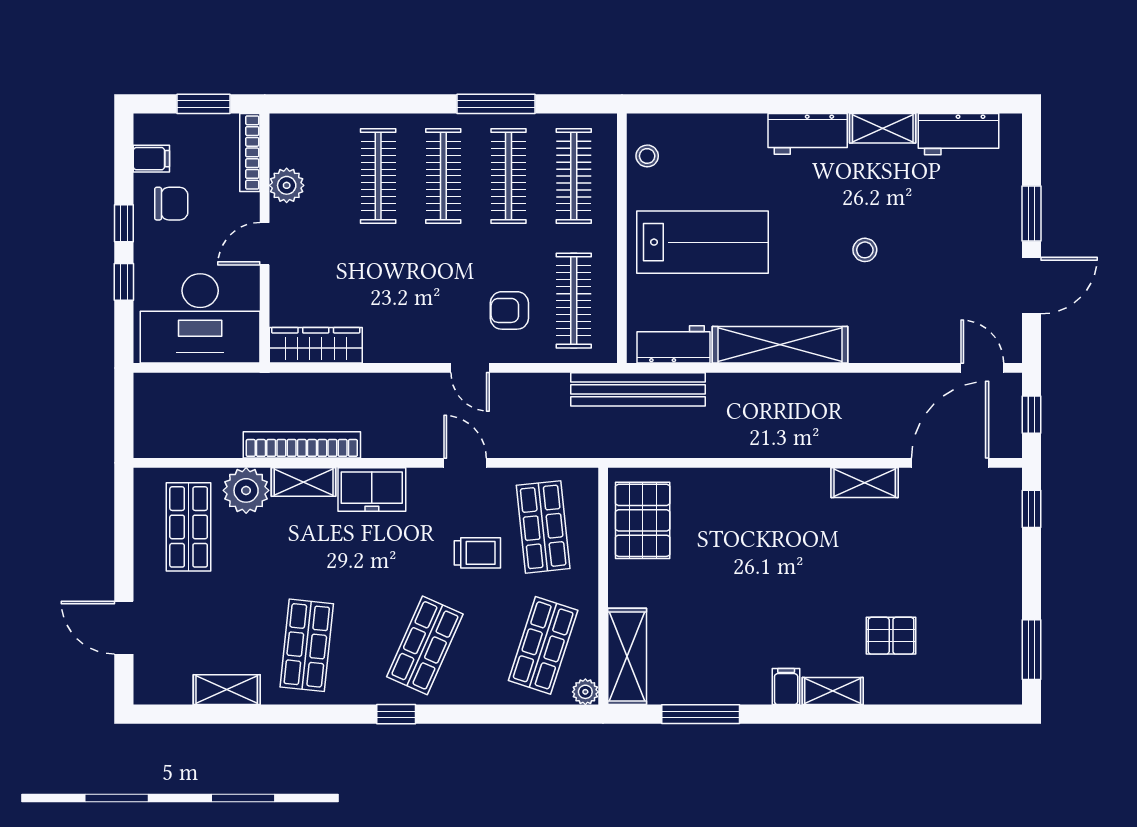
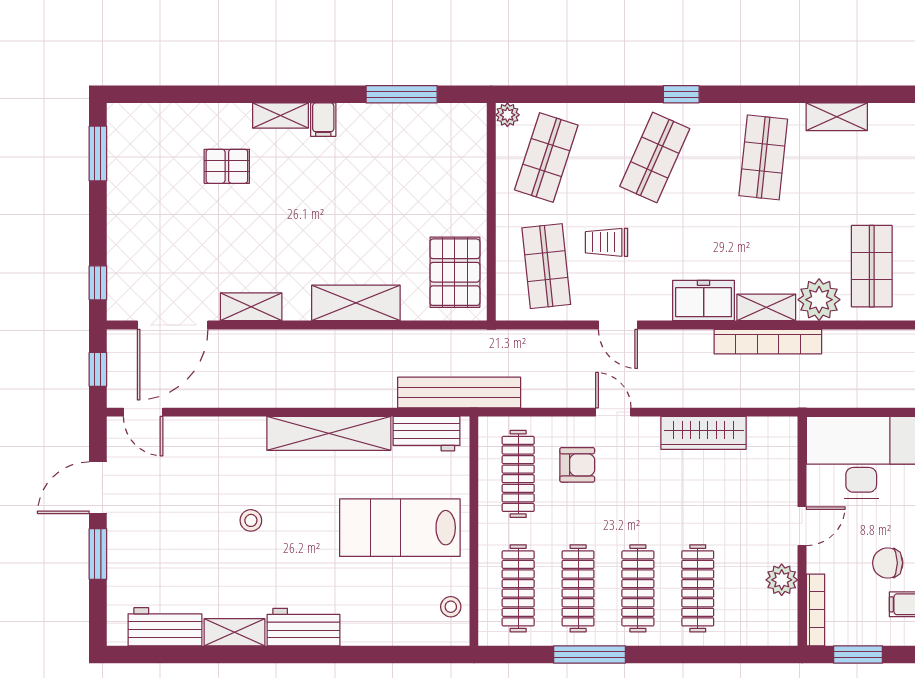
wardrobe: (316, 345) -> (704, 433), moved
shelving: (627, 656) -> (356, 303), moved, turned 90

